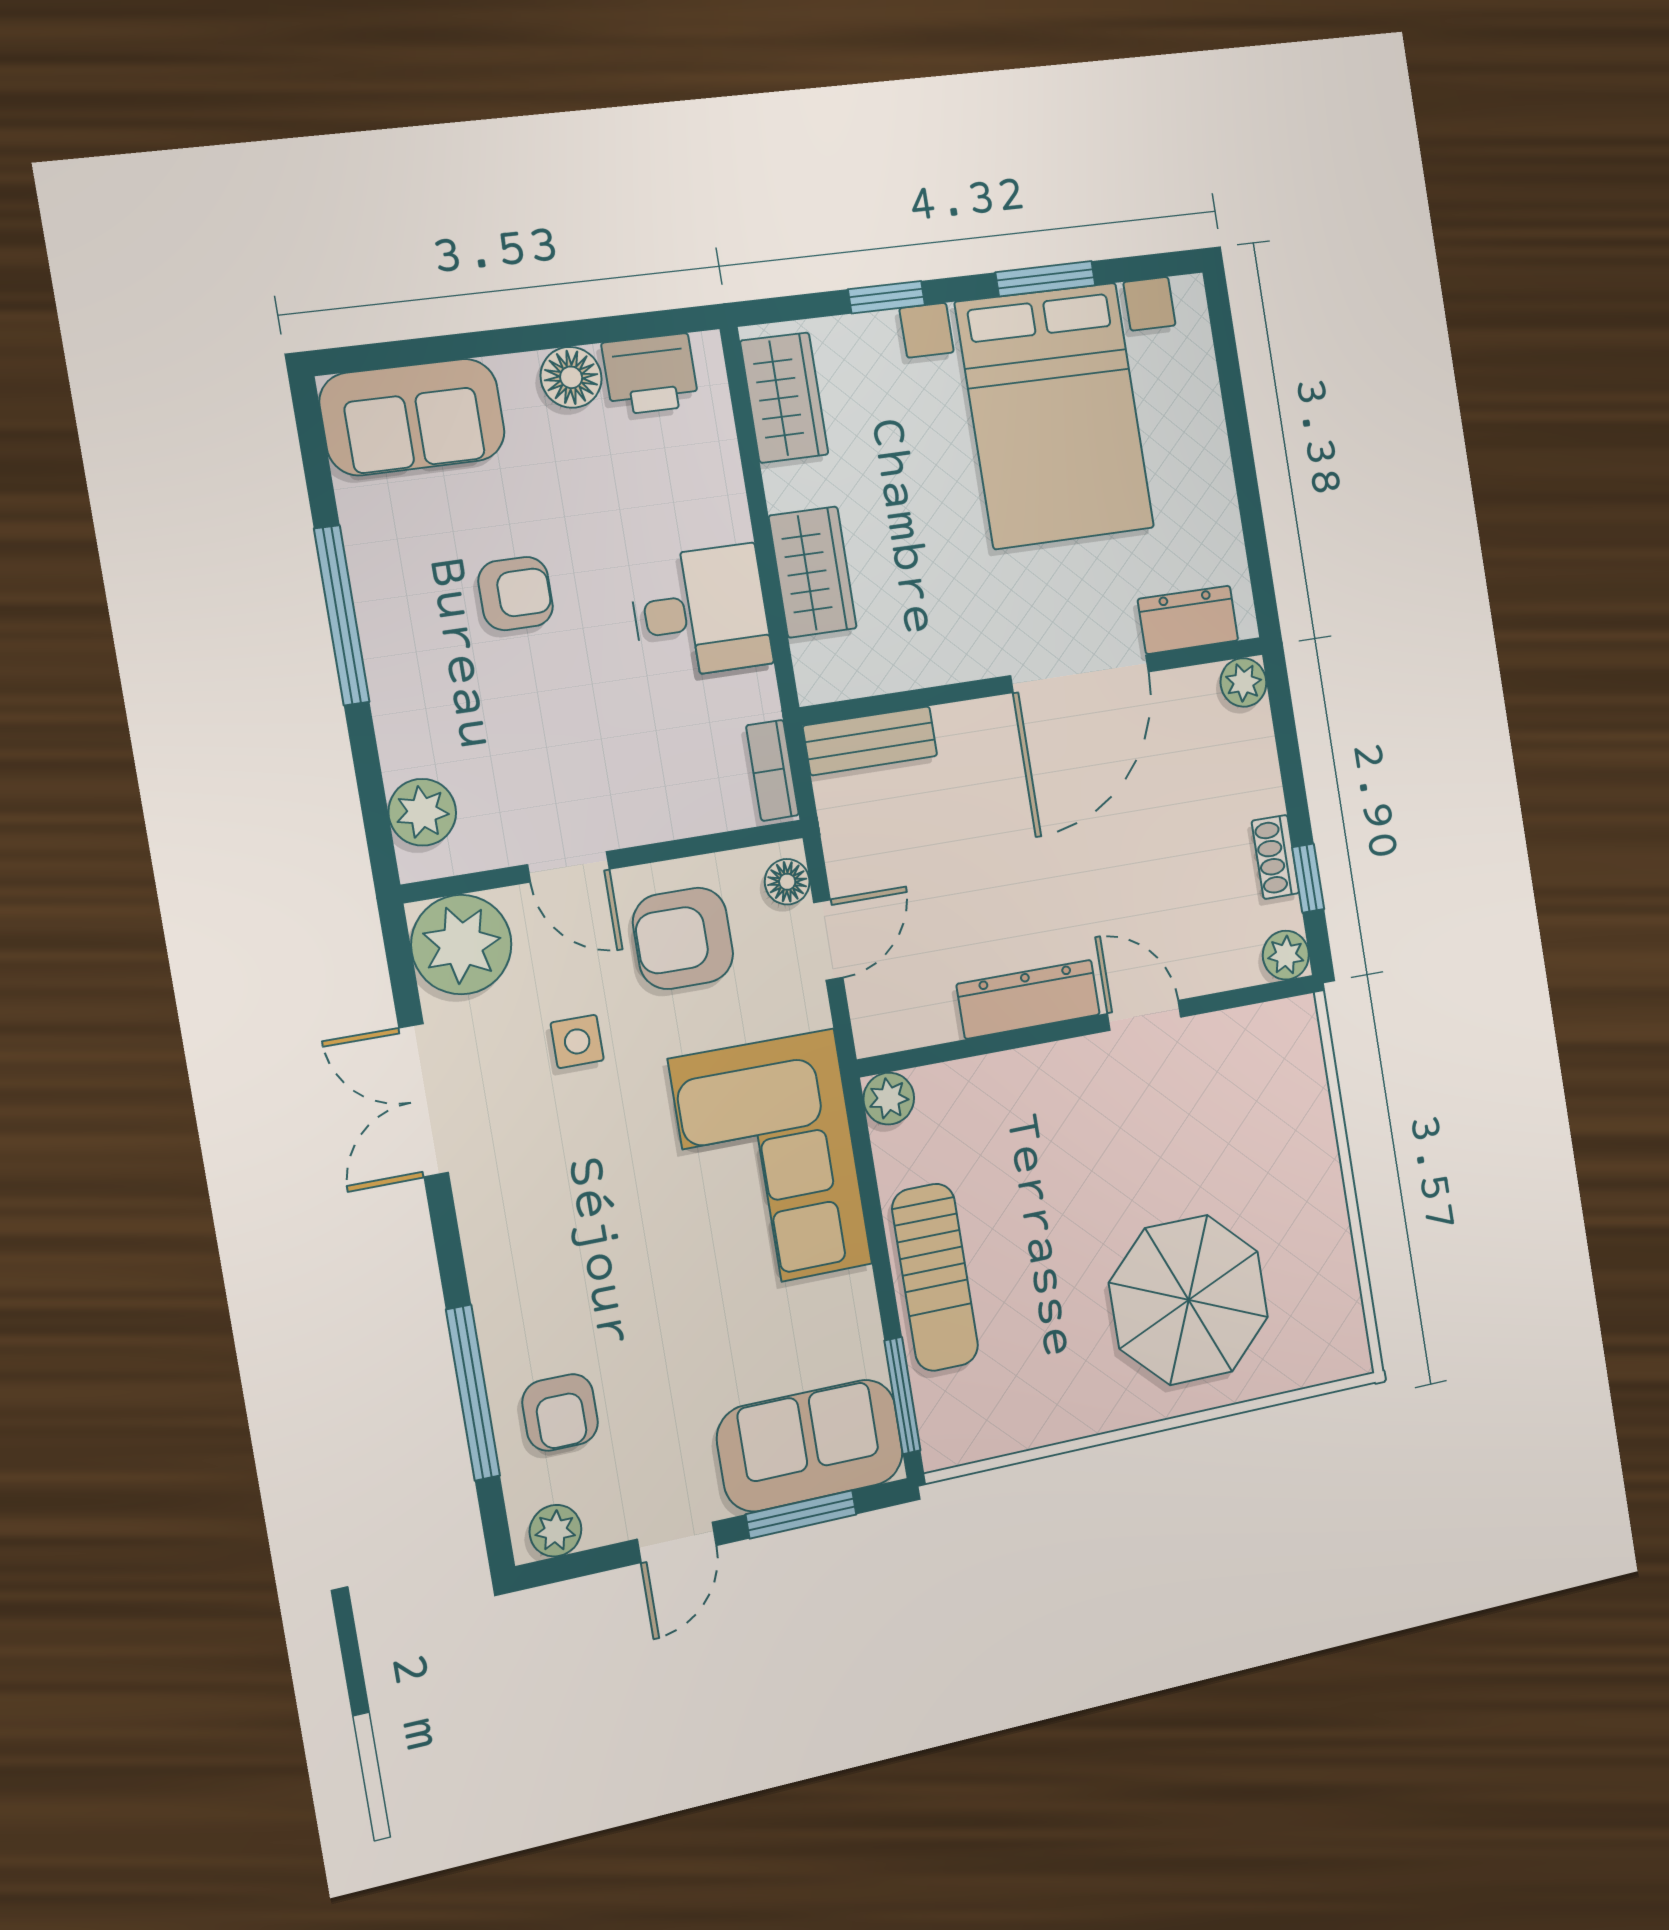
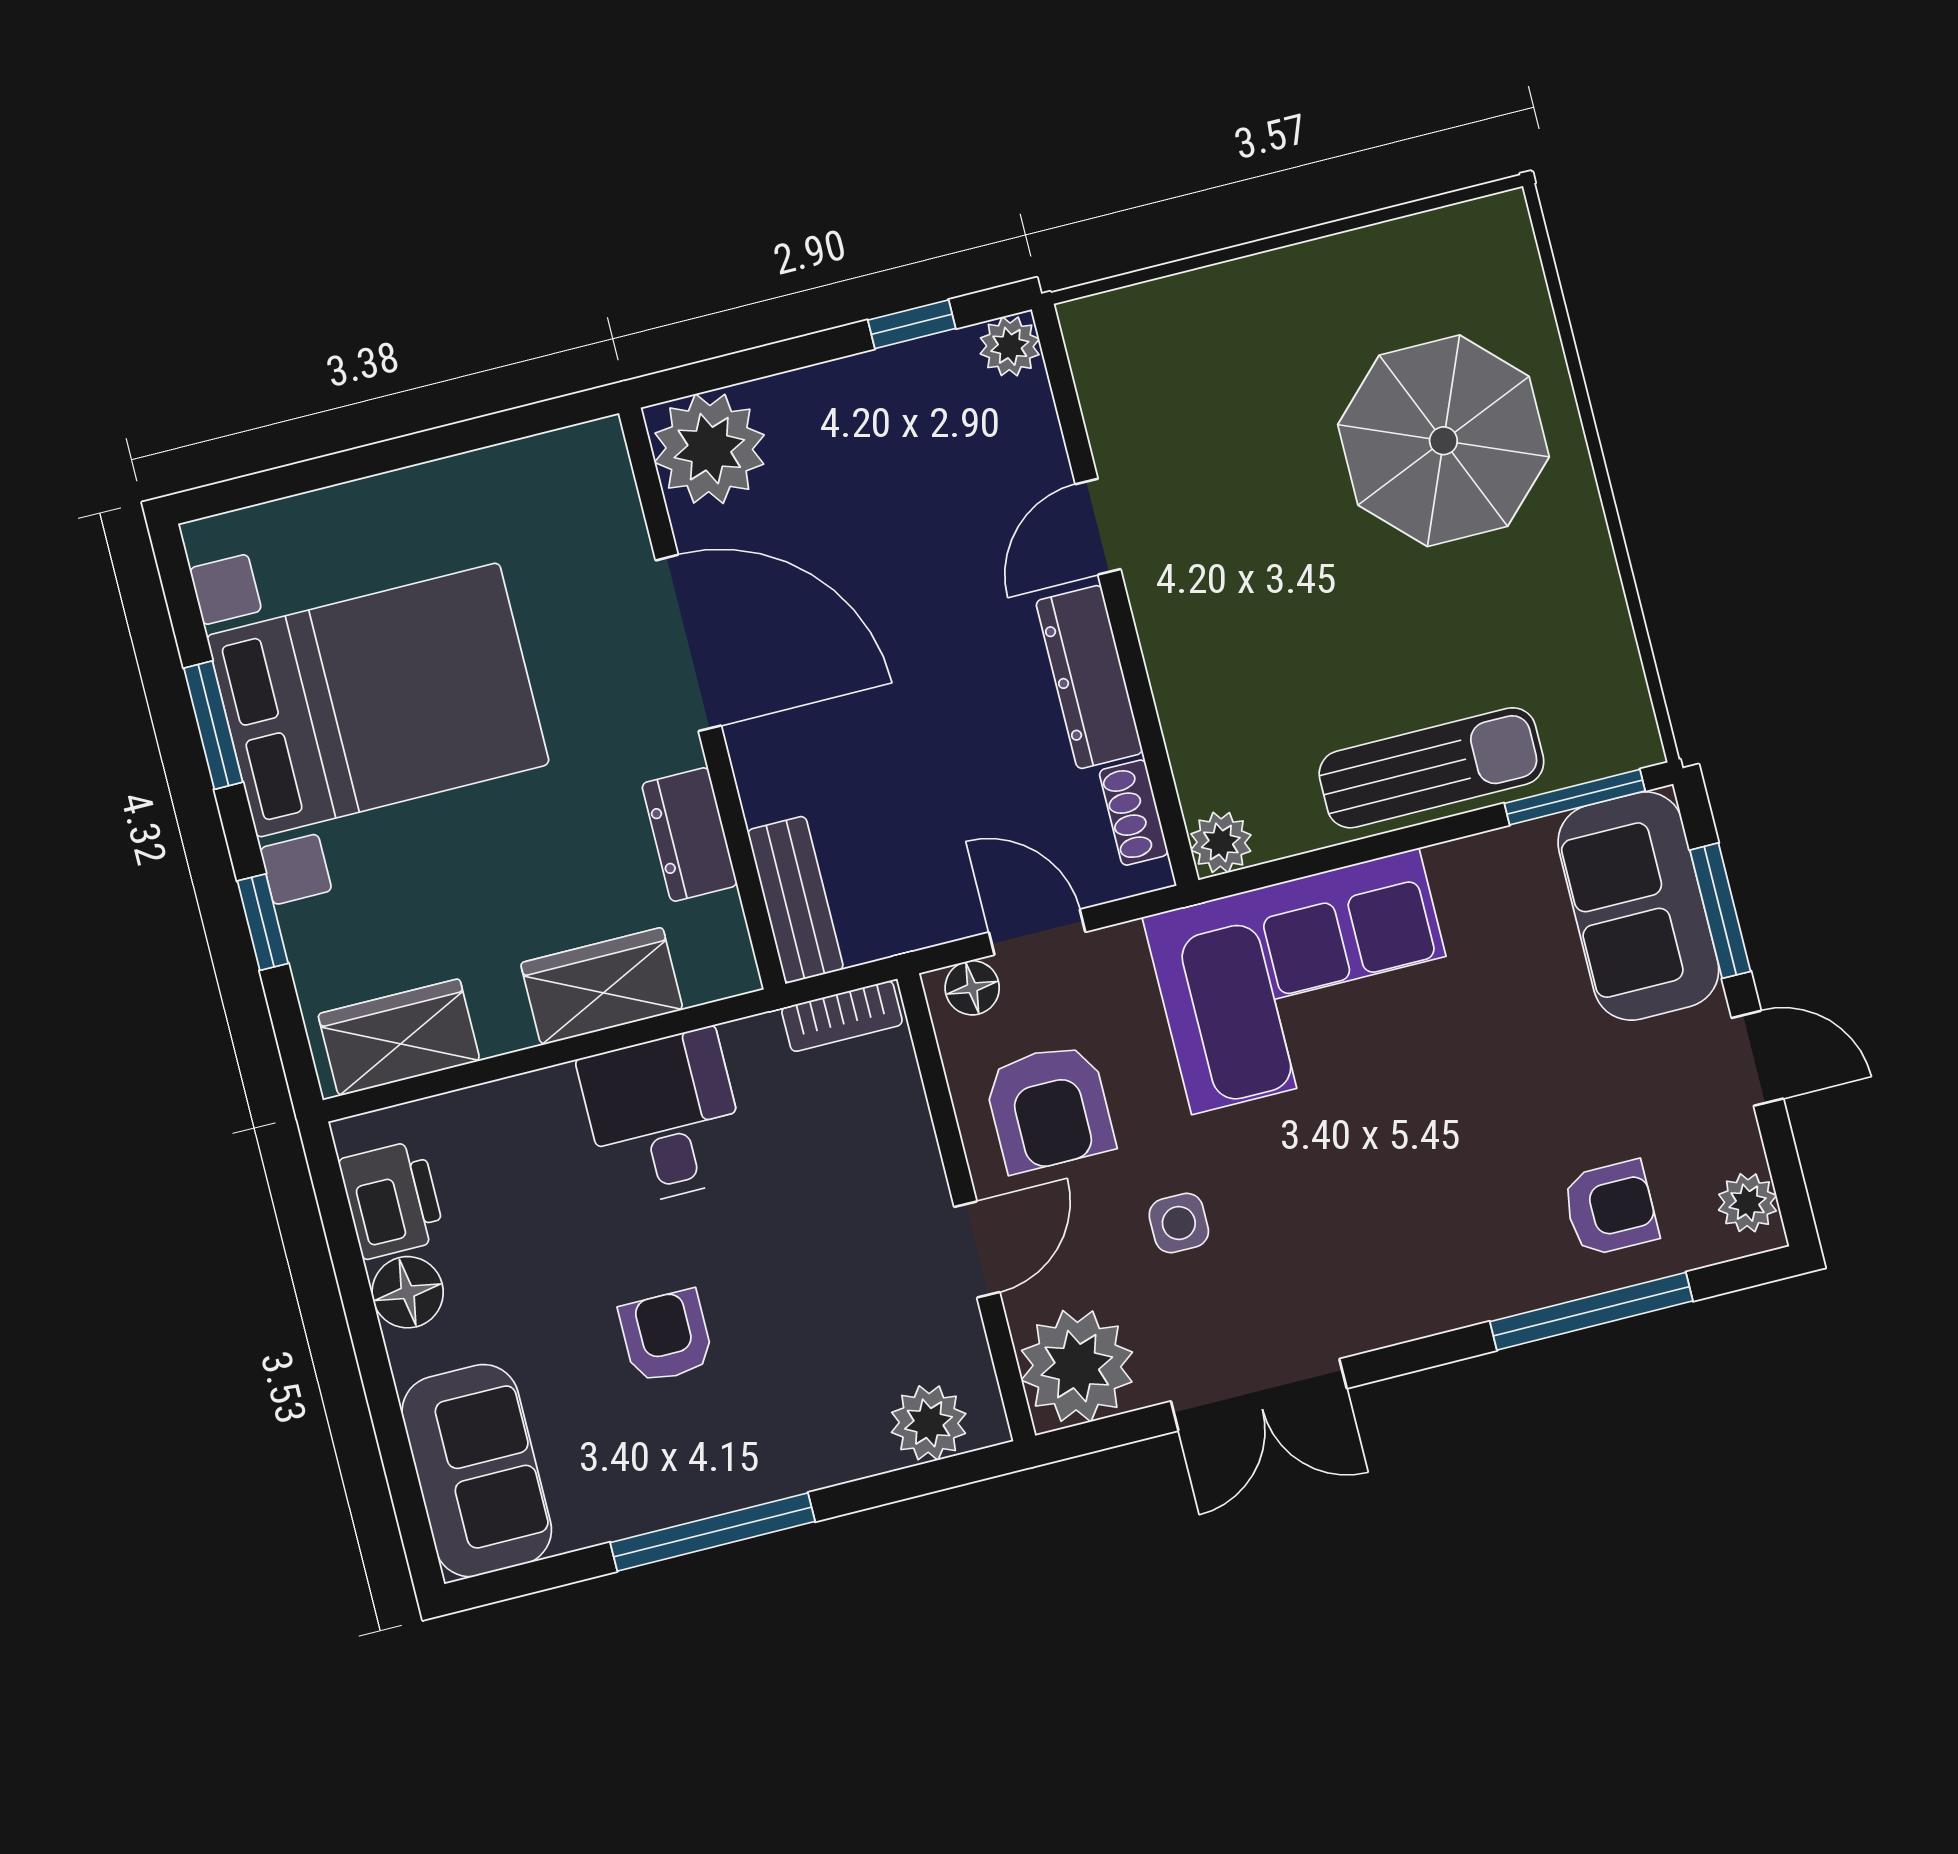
dresser: (1188, 620) -> (689, 834), moved
plant: (1243, 682) -> (709, 449), width x1.87, depth x1.87
shoe rack: (1275, 857) -> (1134, 813), moved, turned 90

